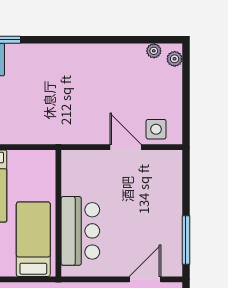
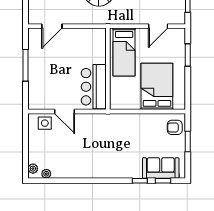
bar counter: (80, 231) -> (94, 87), moved
window: (186, 240) -> (25, 65), moved

